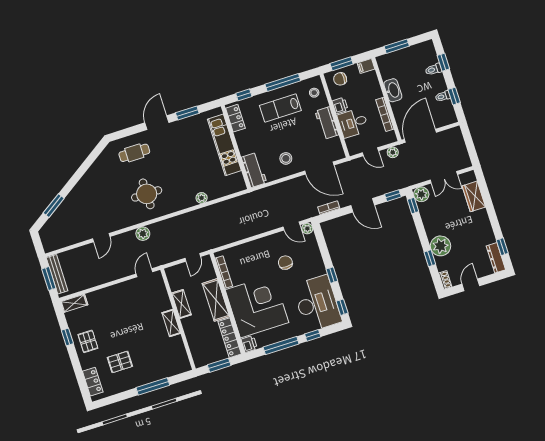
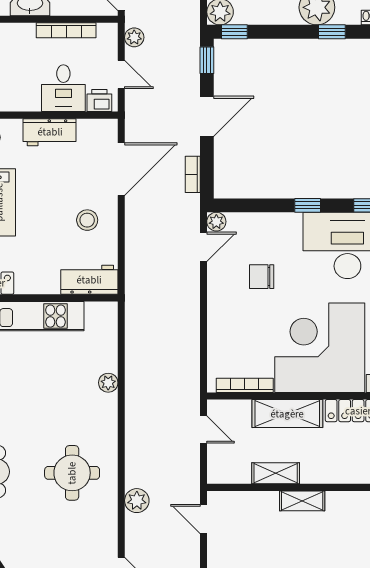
printer: (340, 106) -> (99, 101), moved
door: (370, 152) -> (121, 75), hinge flipped

